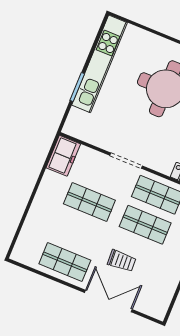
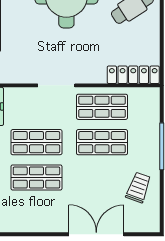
trolley: (122, 261) -> (138, 187), moved, turned -67
shop shelf: (65, 262) -> (36, 177), moved

